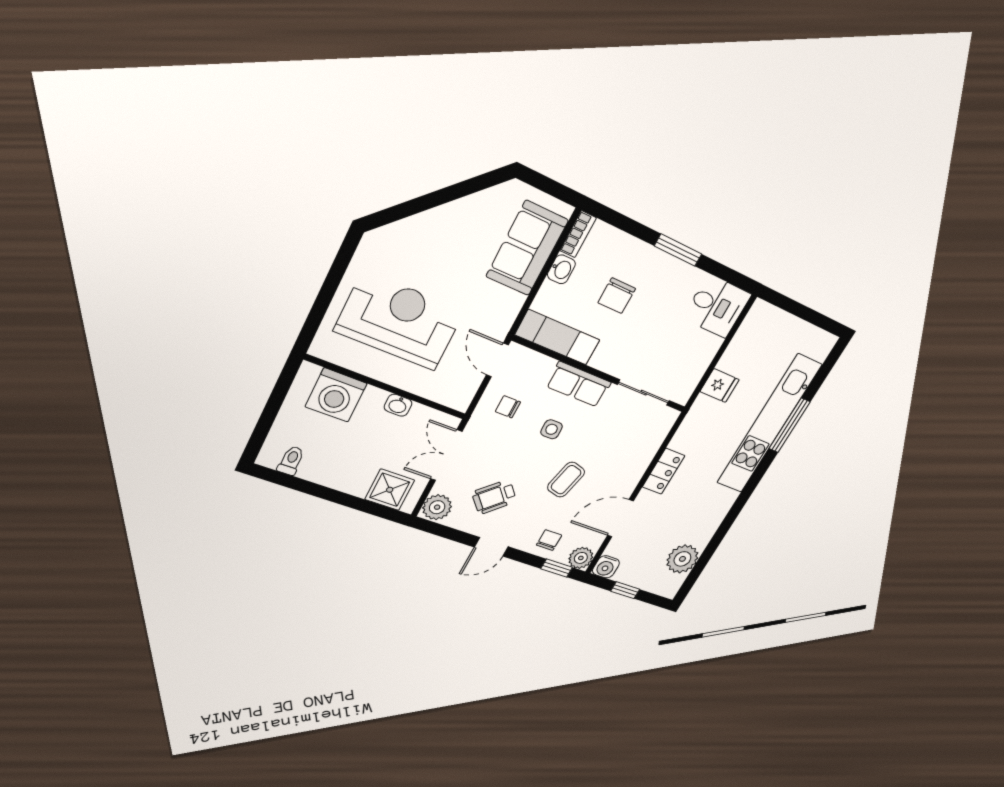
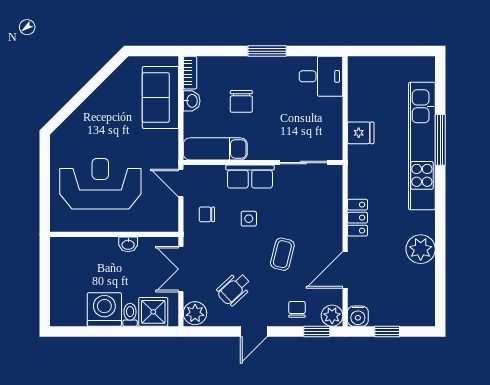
washing machine: (336, 395) -> (104, 309), moved, turned 180
toilet: (291, 461) -> (130, 315), moved
plant: (682, 559) -> (421, 249), moved

